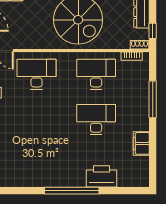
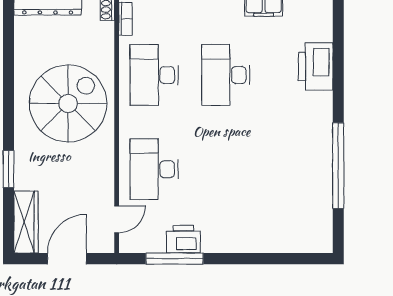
window: (72, 191) -> (338, 166), moved

